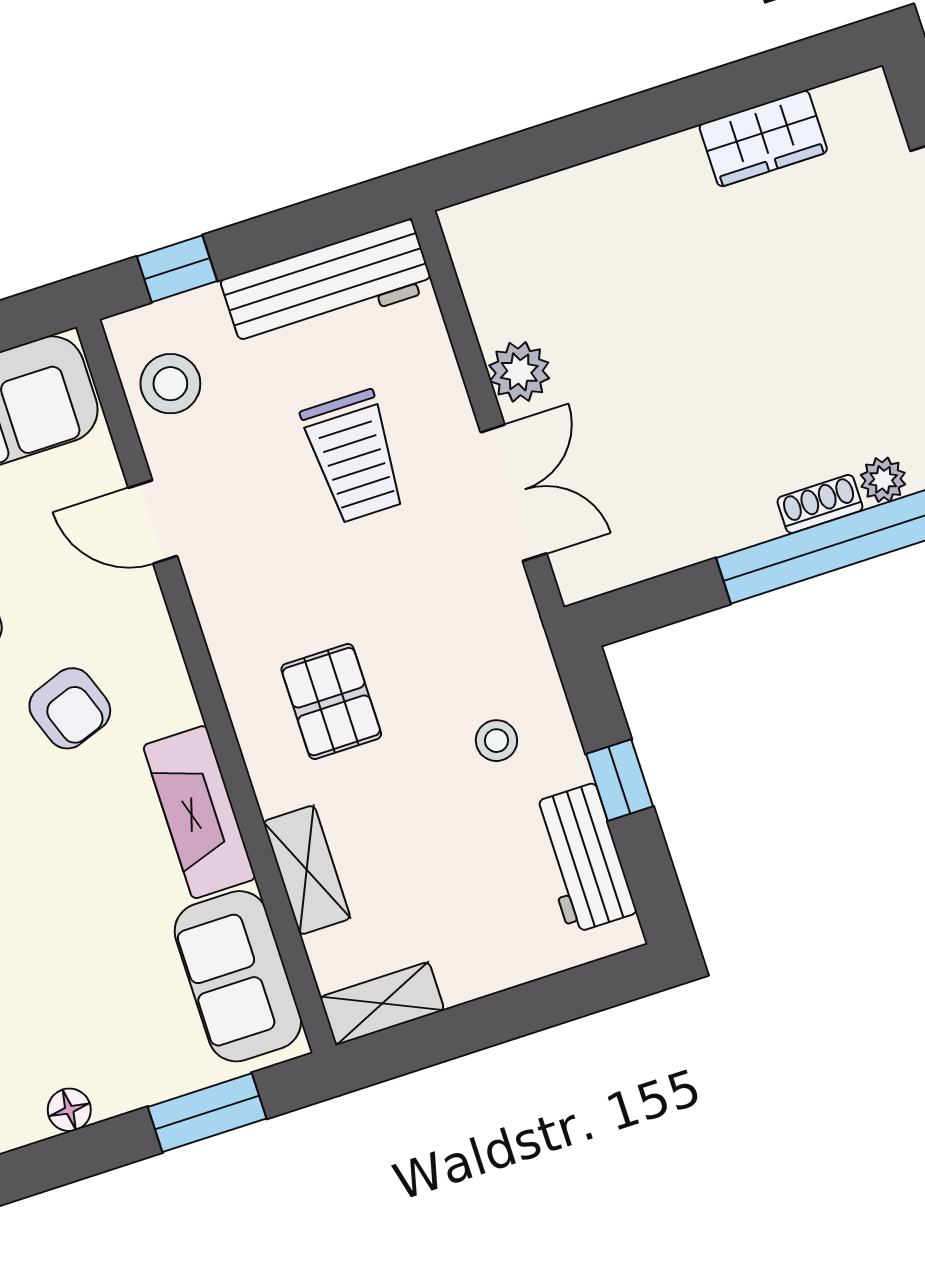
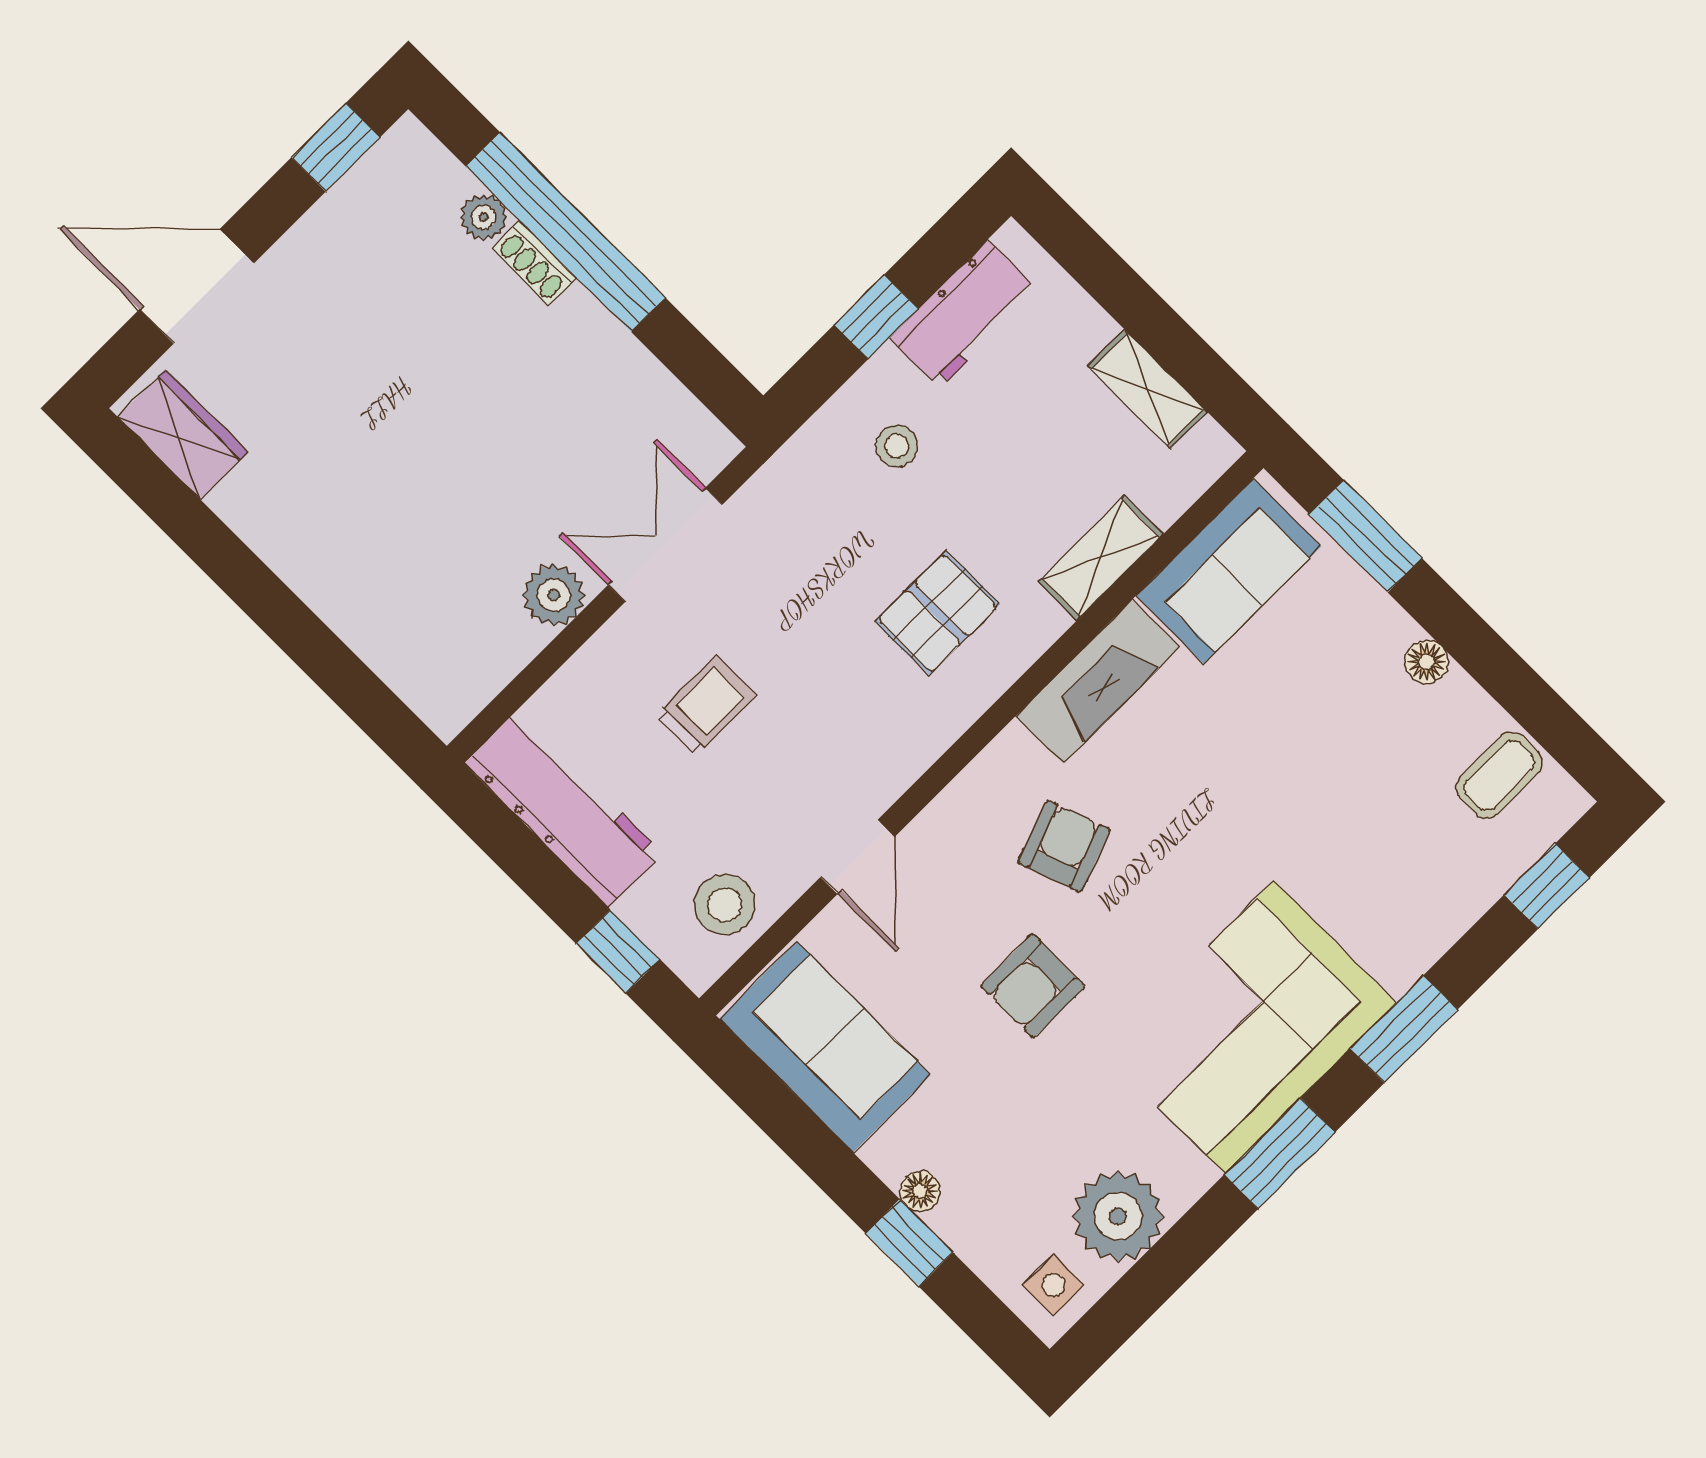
wardrobe: (763, 138) -> (183, 434), moved
trolley: (354, 456) -> (706, 705), width x0.73, depth x0.72
shelving: (382, 1004) -> (1147, 389), moved

